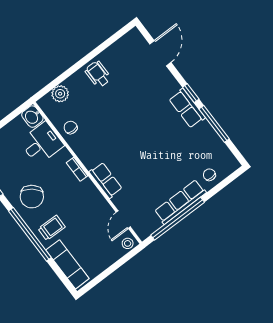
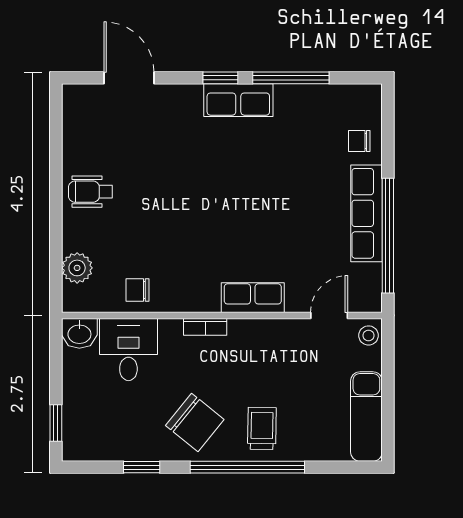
door: (123, 220) -> (329, 315), swing flipped
exam couch: (67, 264) -> (366, 417), moved, turned -90

